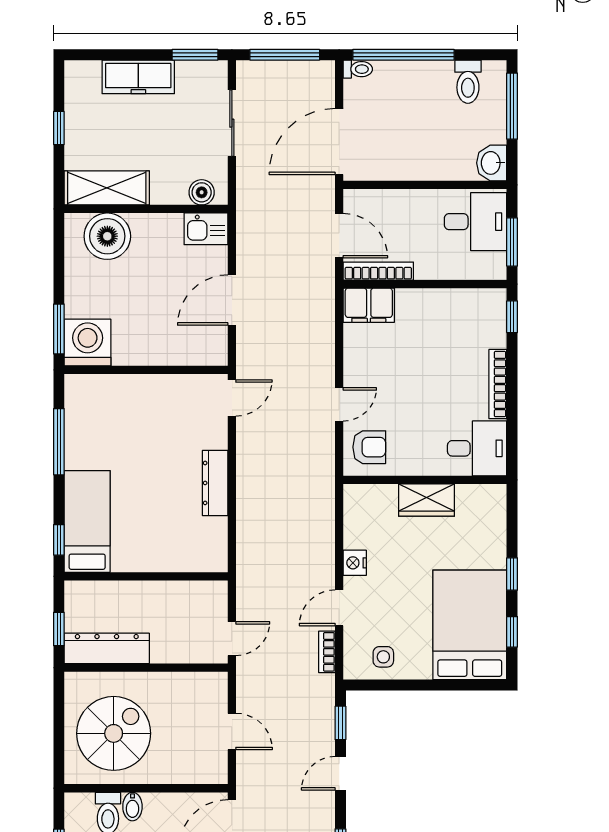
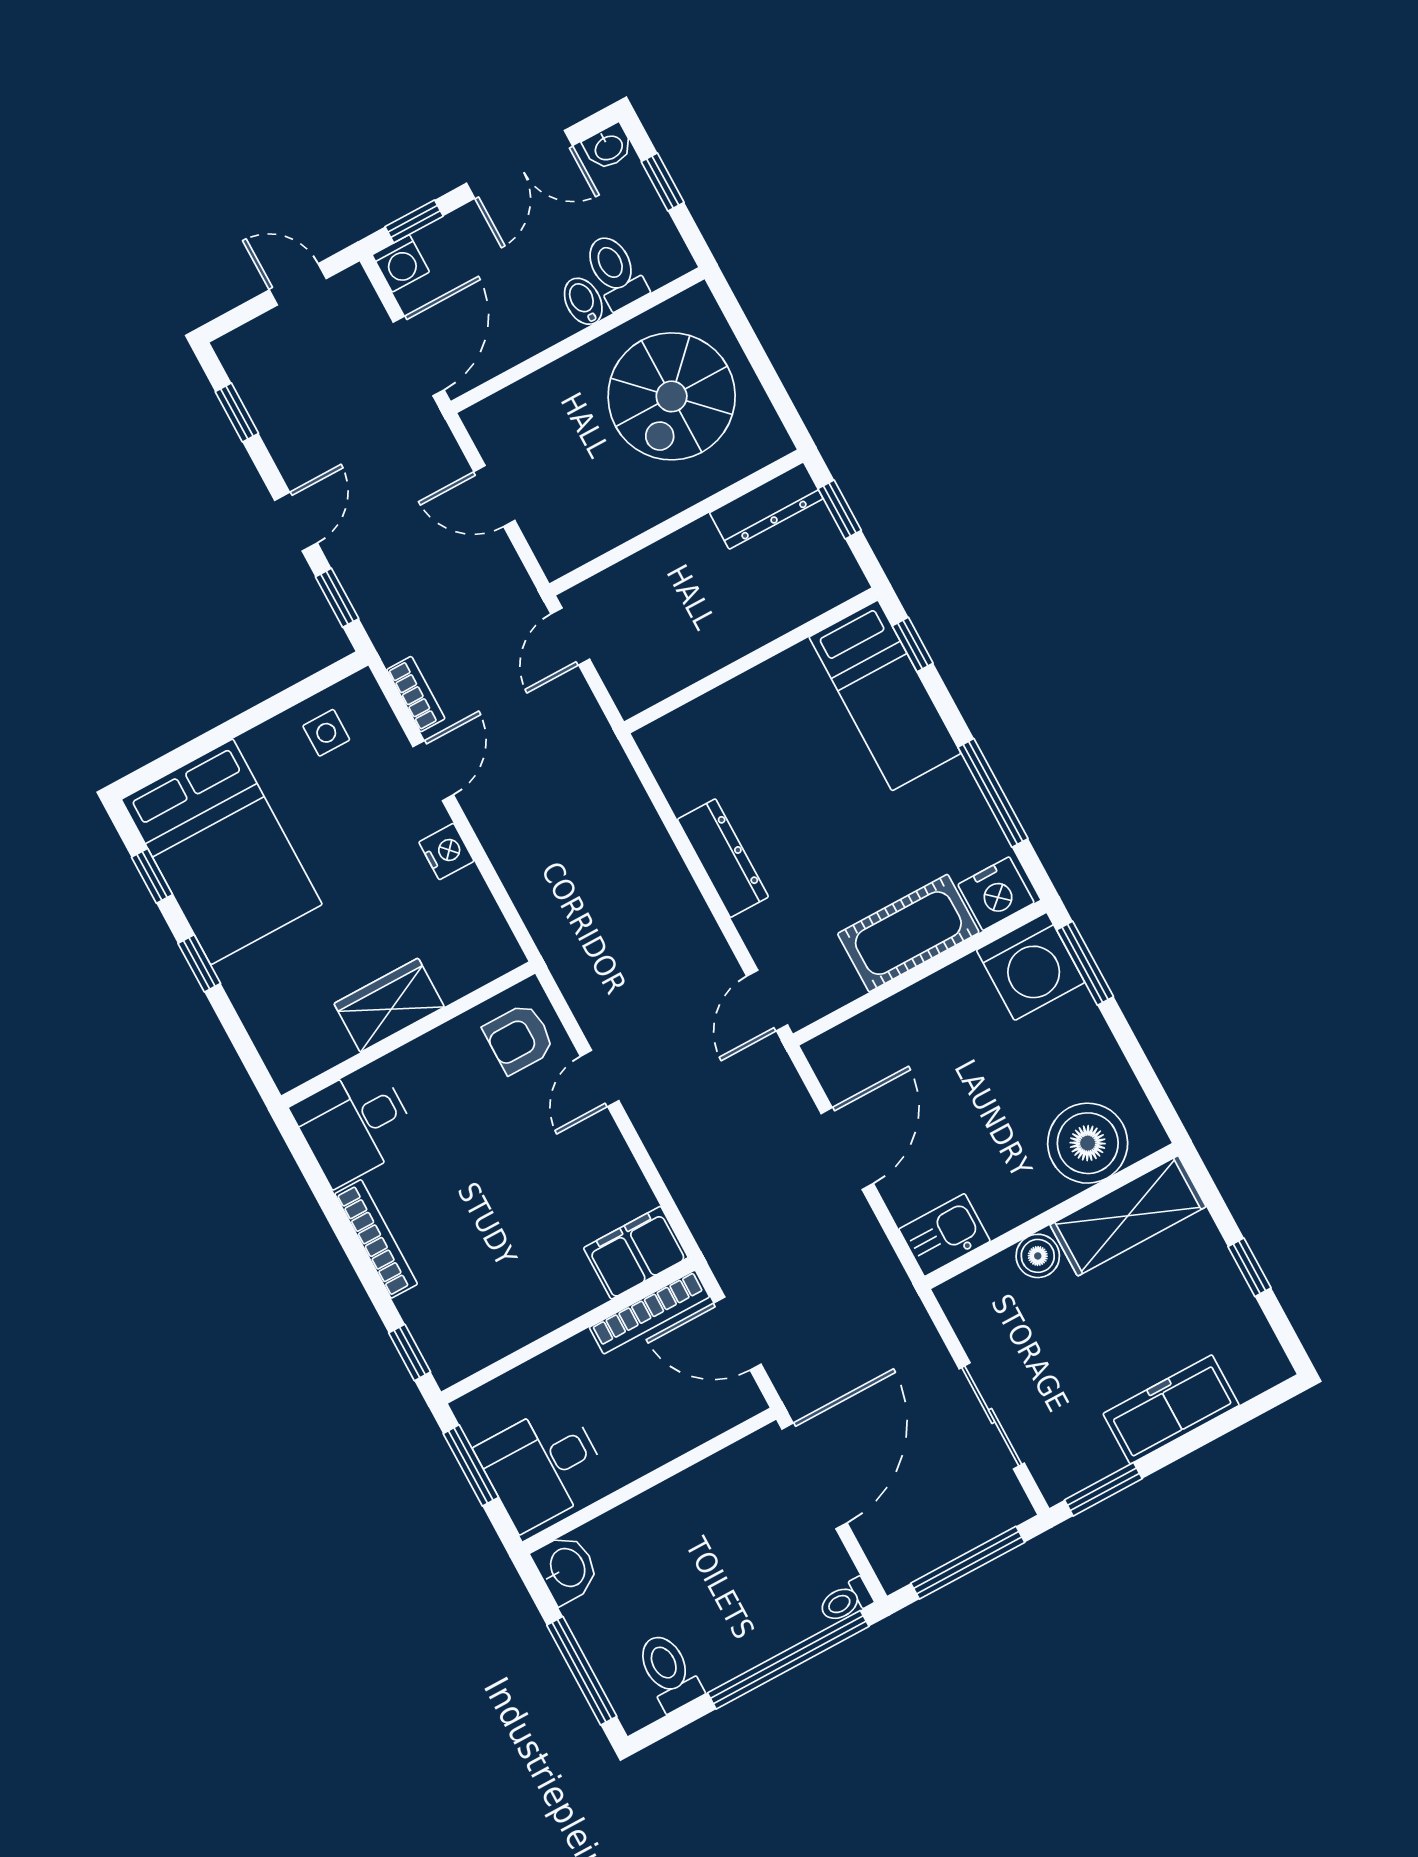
boiler: (202, 192) -> (1038, 1256), moved
nightstand: (85, 389) -> (996, 894), added
cot: (141, 393) -> (908, 933), added
dresser: (107, 648) -> (766, 506), width x0.73, depth x0.80

